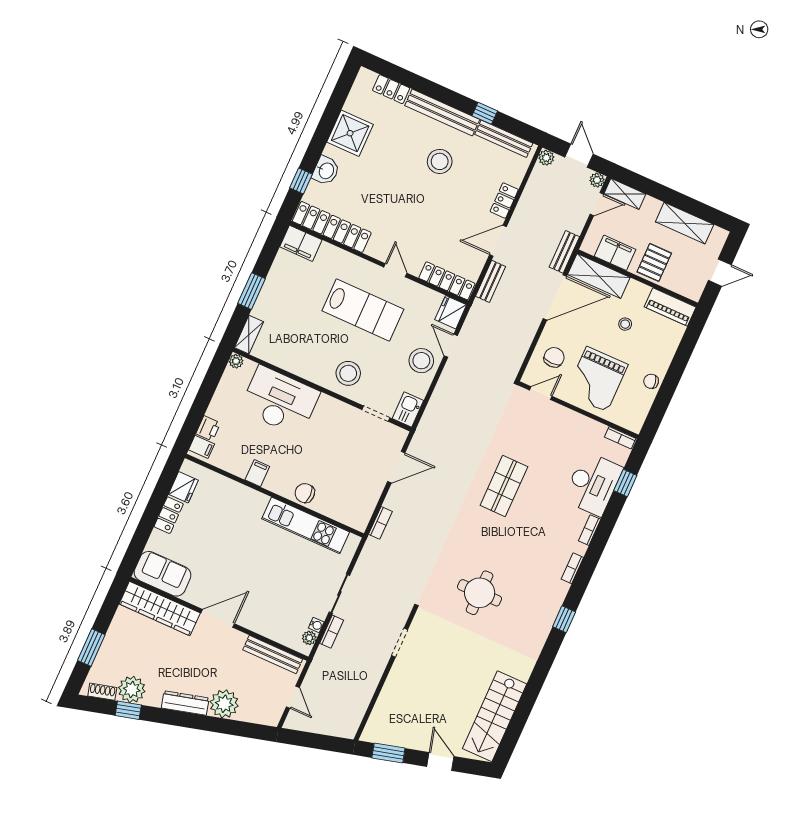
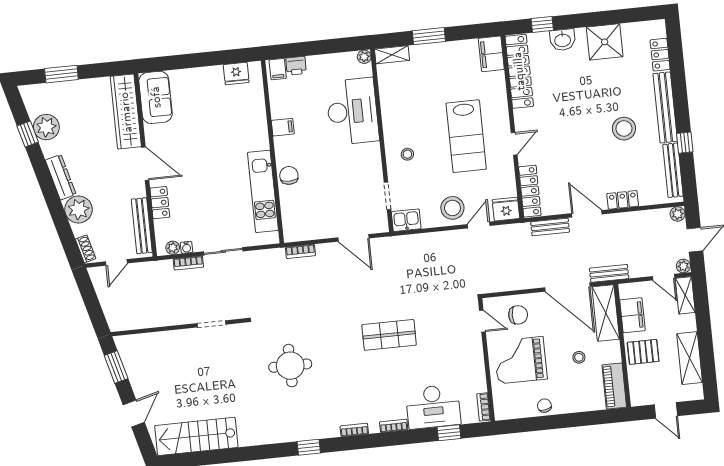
stool: (348, 373) -> (407, 154), width x0.53, depth x0.53
locker: (169, 515) -> (160, 203), moved, turned -90
shoe rack: (102, 692) -> (86, 249), moved

